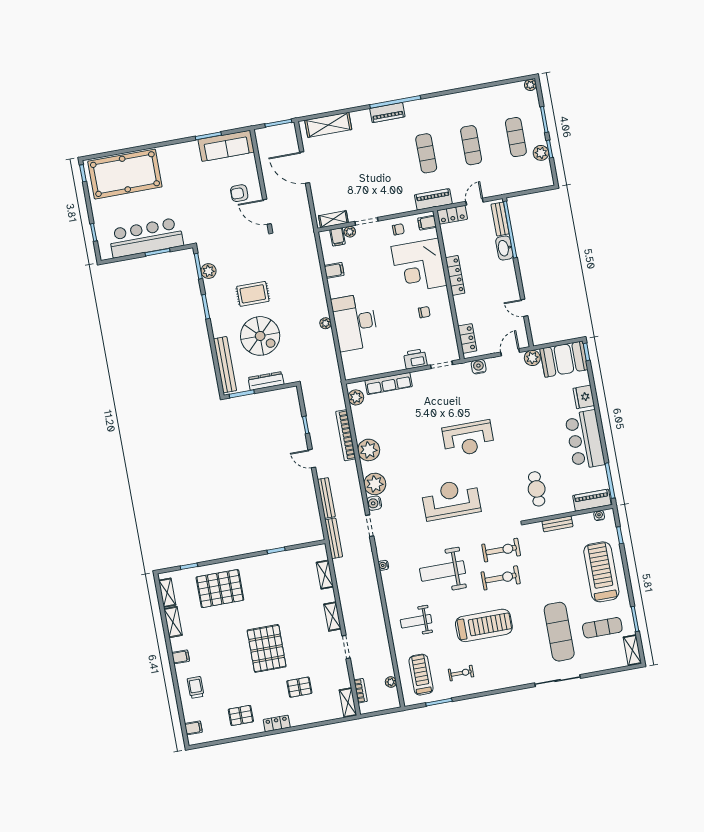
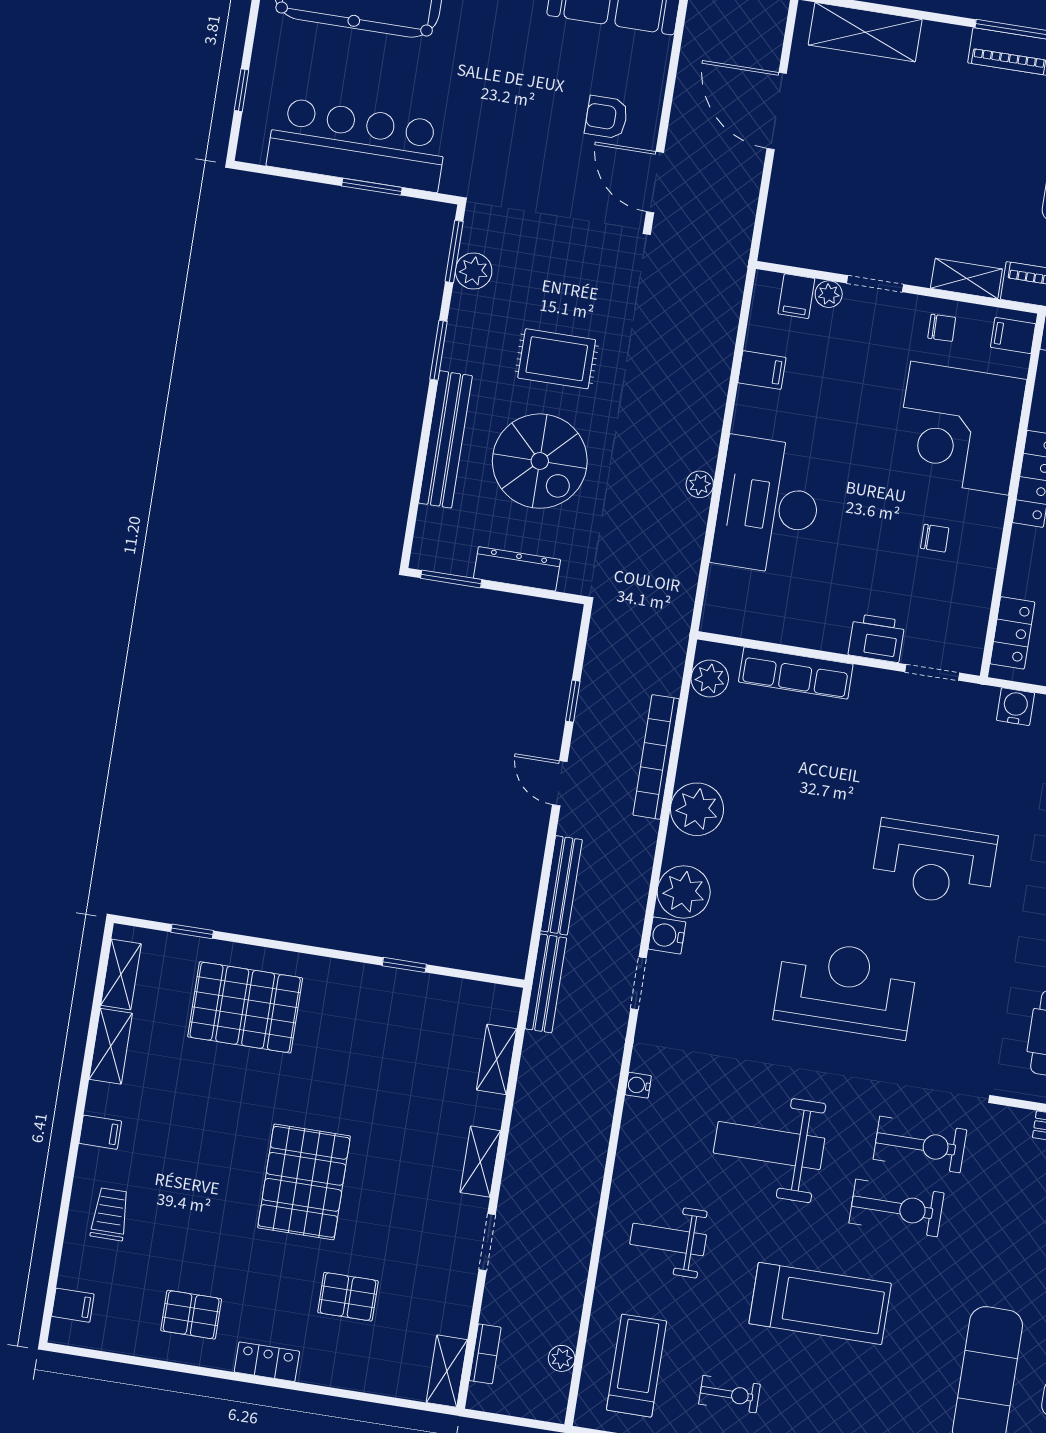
shelving: (333, 219) -> (966, 279), moved
bench: (225, 365) -> (445, 439), moved

